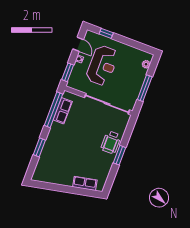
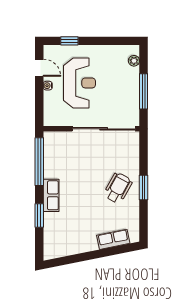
window: (68, 72) -> (39, 108), removed
row of seats: (63, 111) -> (51, 195), moved
wheelchair: (111, 142) -> (118, 188), moved, turned -151

